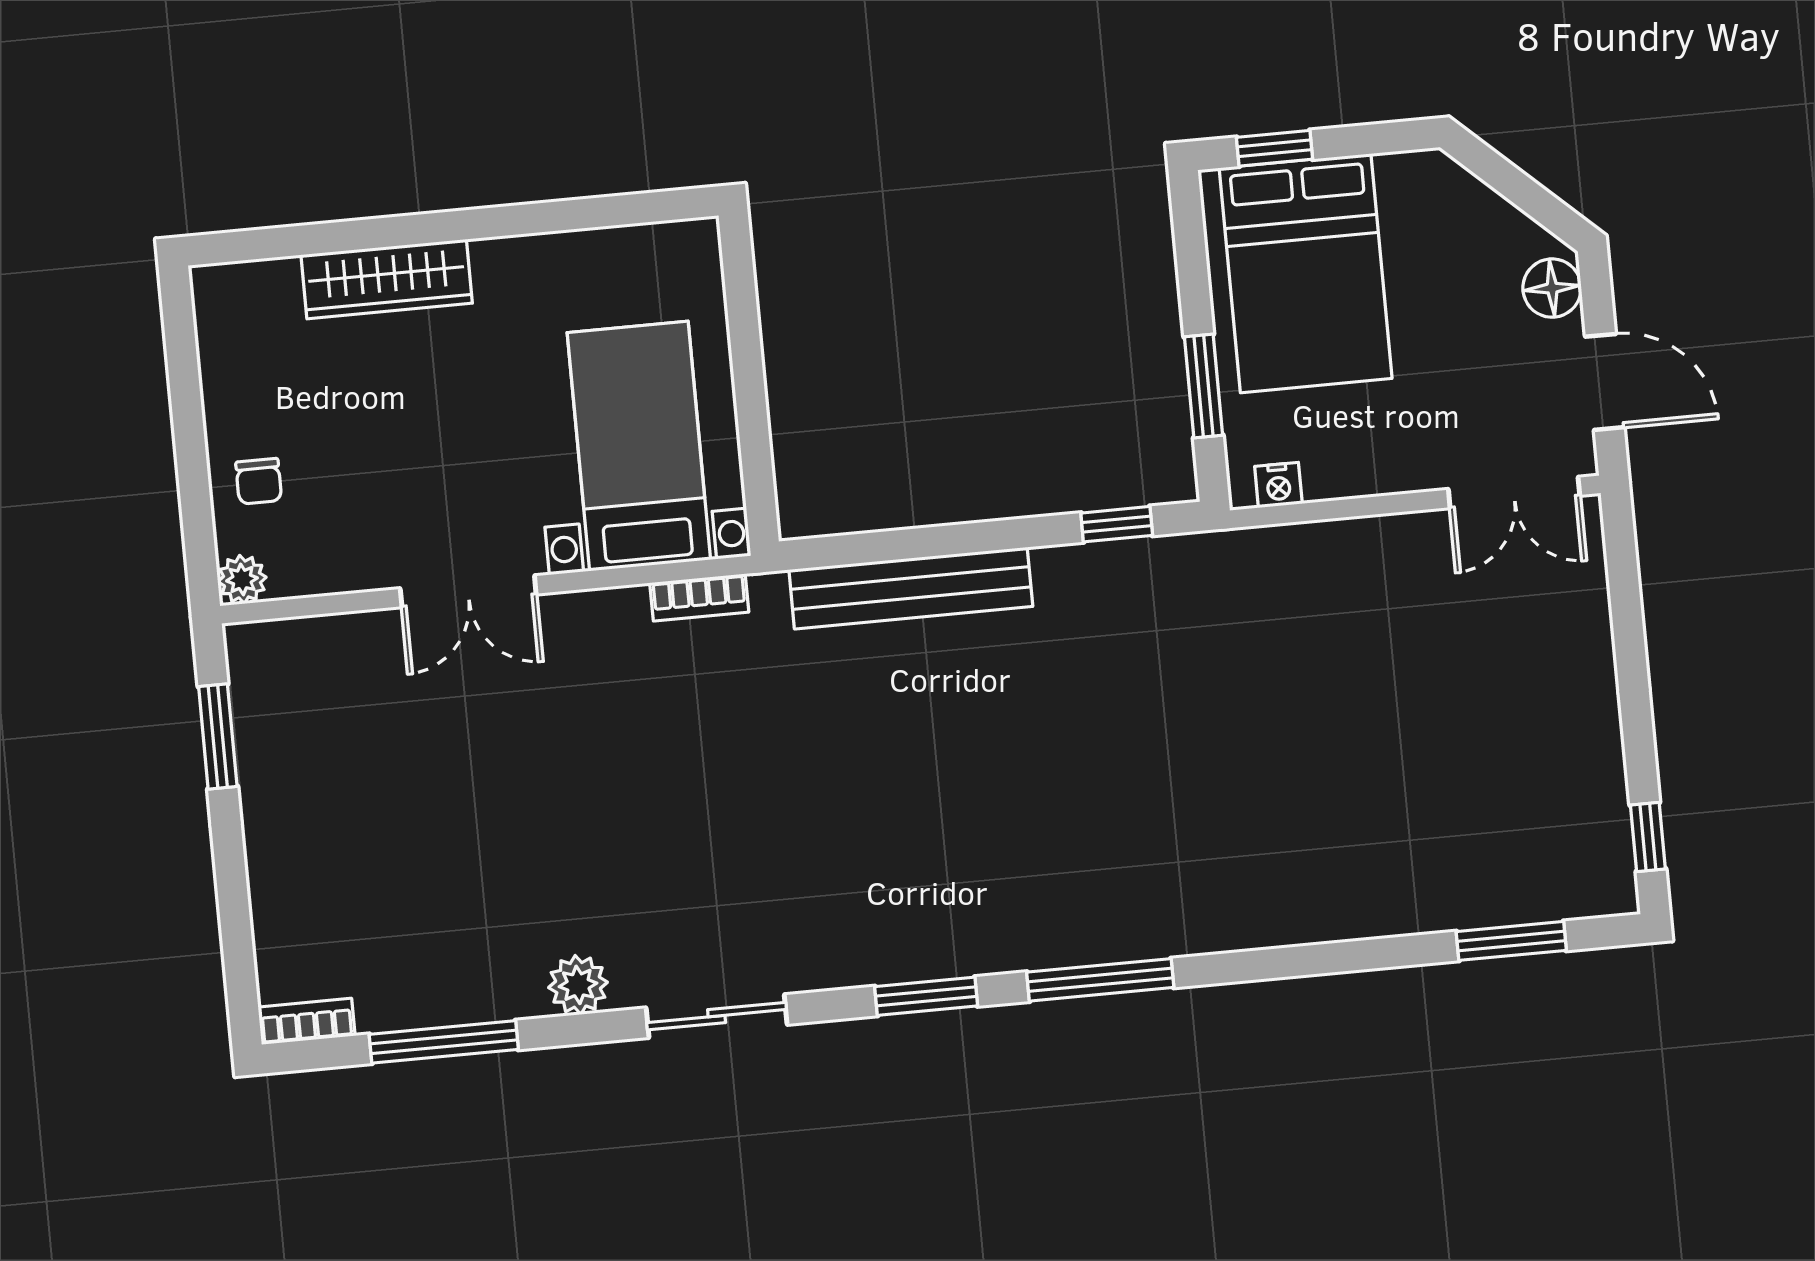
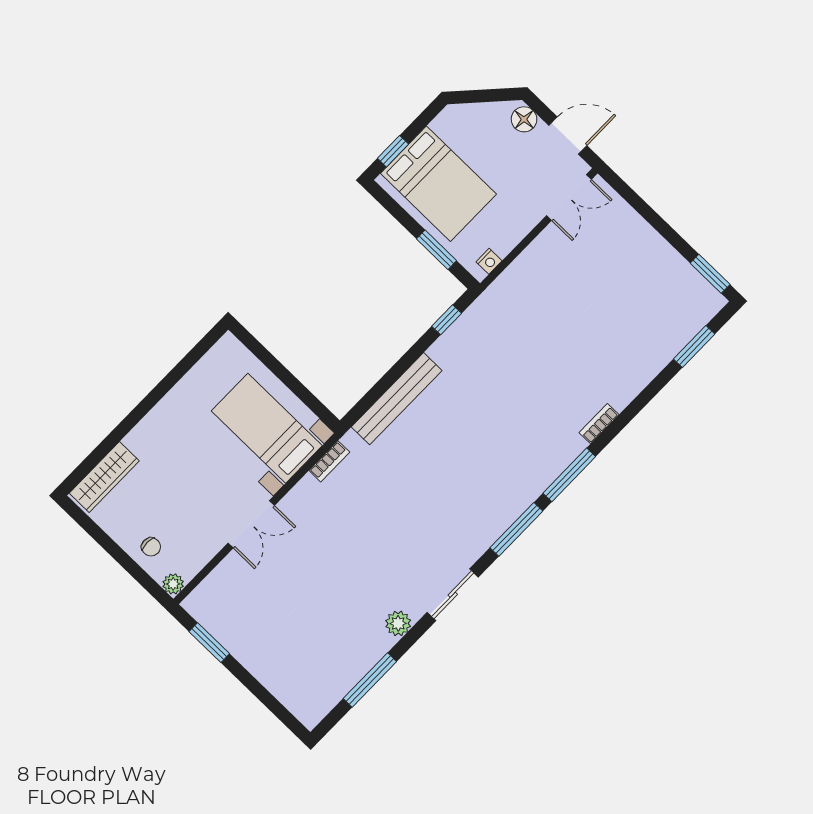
wardrobe: (387, 279) -> (104, 477), moved
window: (1648, 837) -> (710, 274), width x1.50
window: (926, 996) -> (516, 529), width x1.44
bookcase: (307, 1021) -> (599, 424), moved

